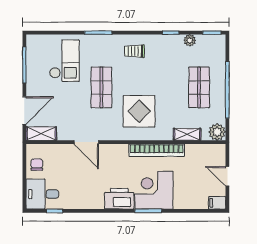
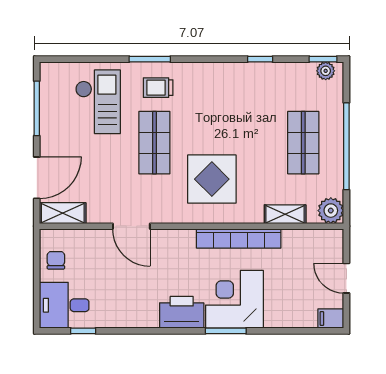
plant: (190, 40) -> (326, 71), moved
trolley: (134, 51) -> (158, 88), moved

